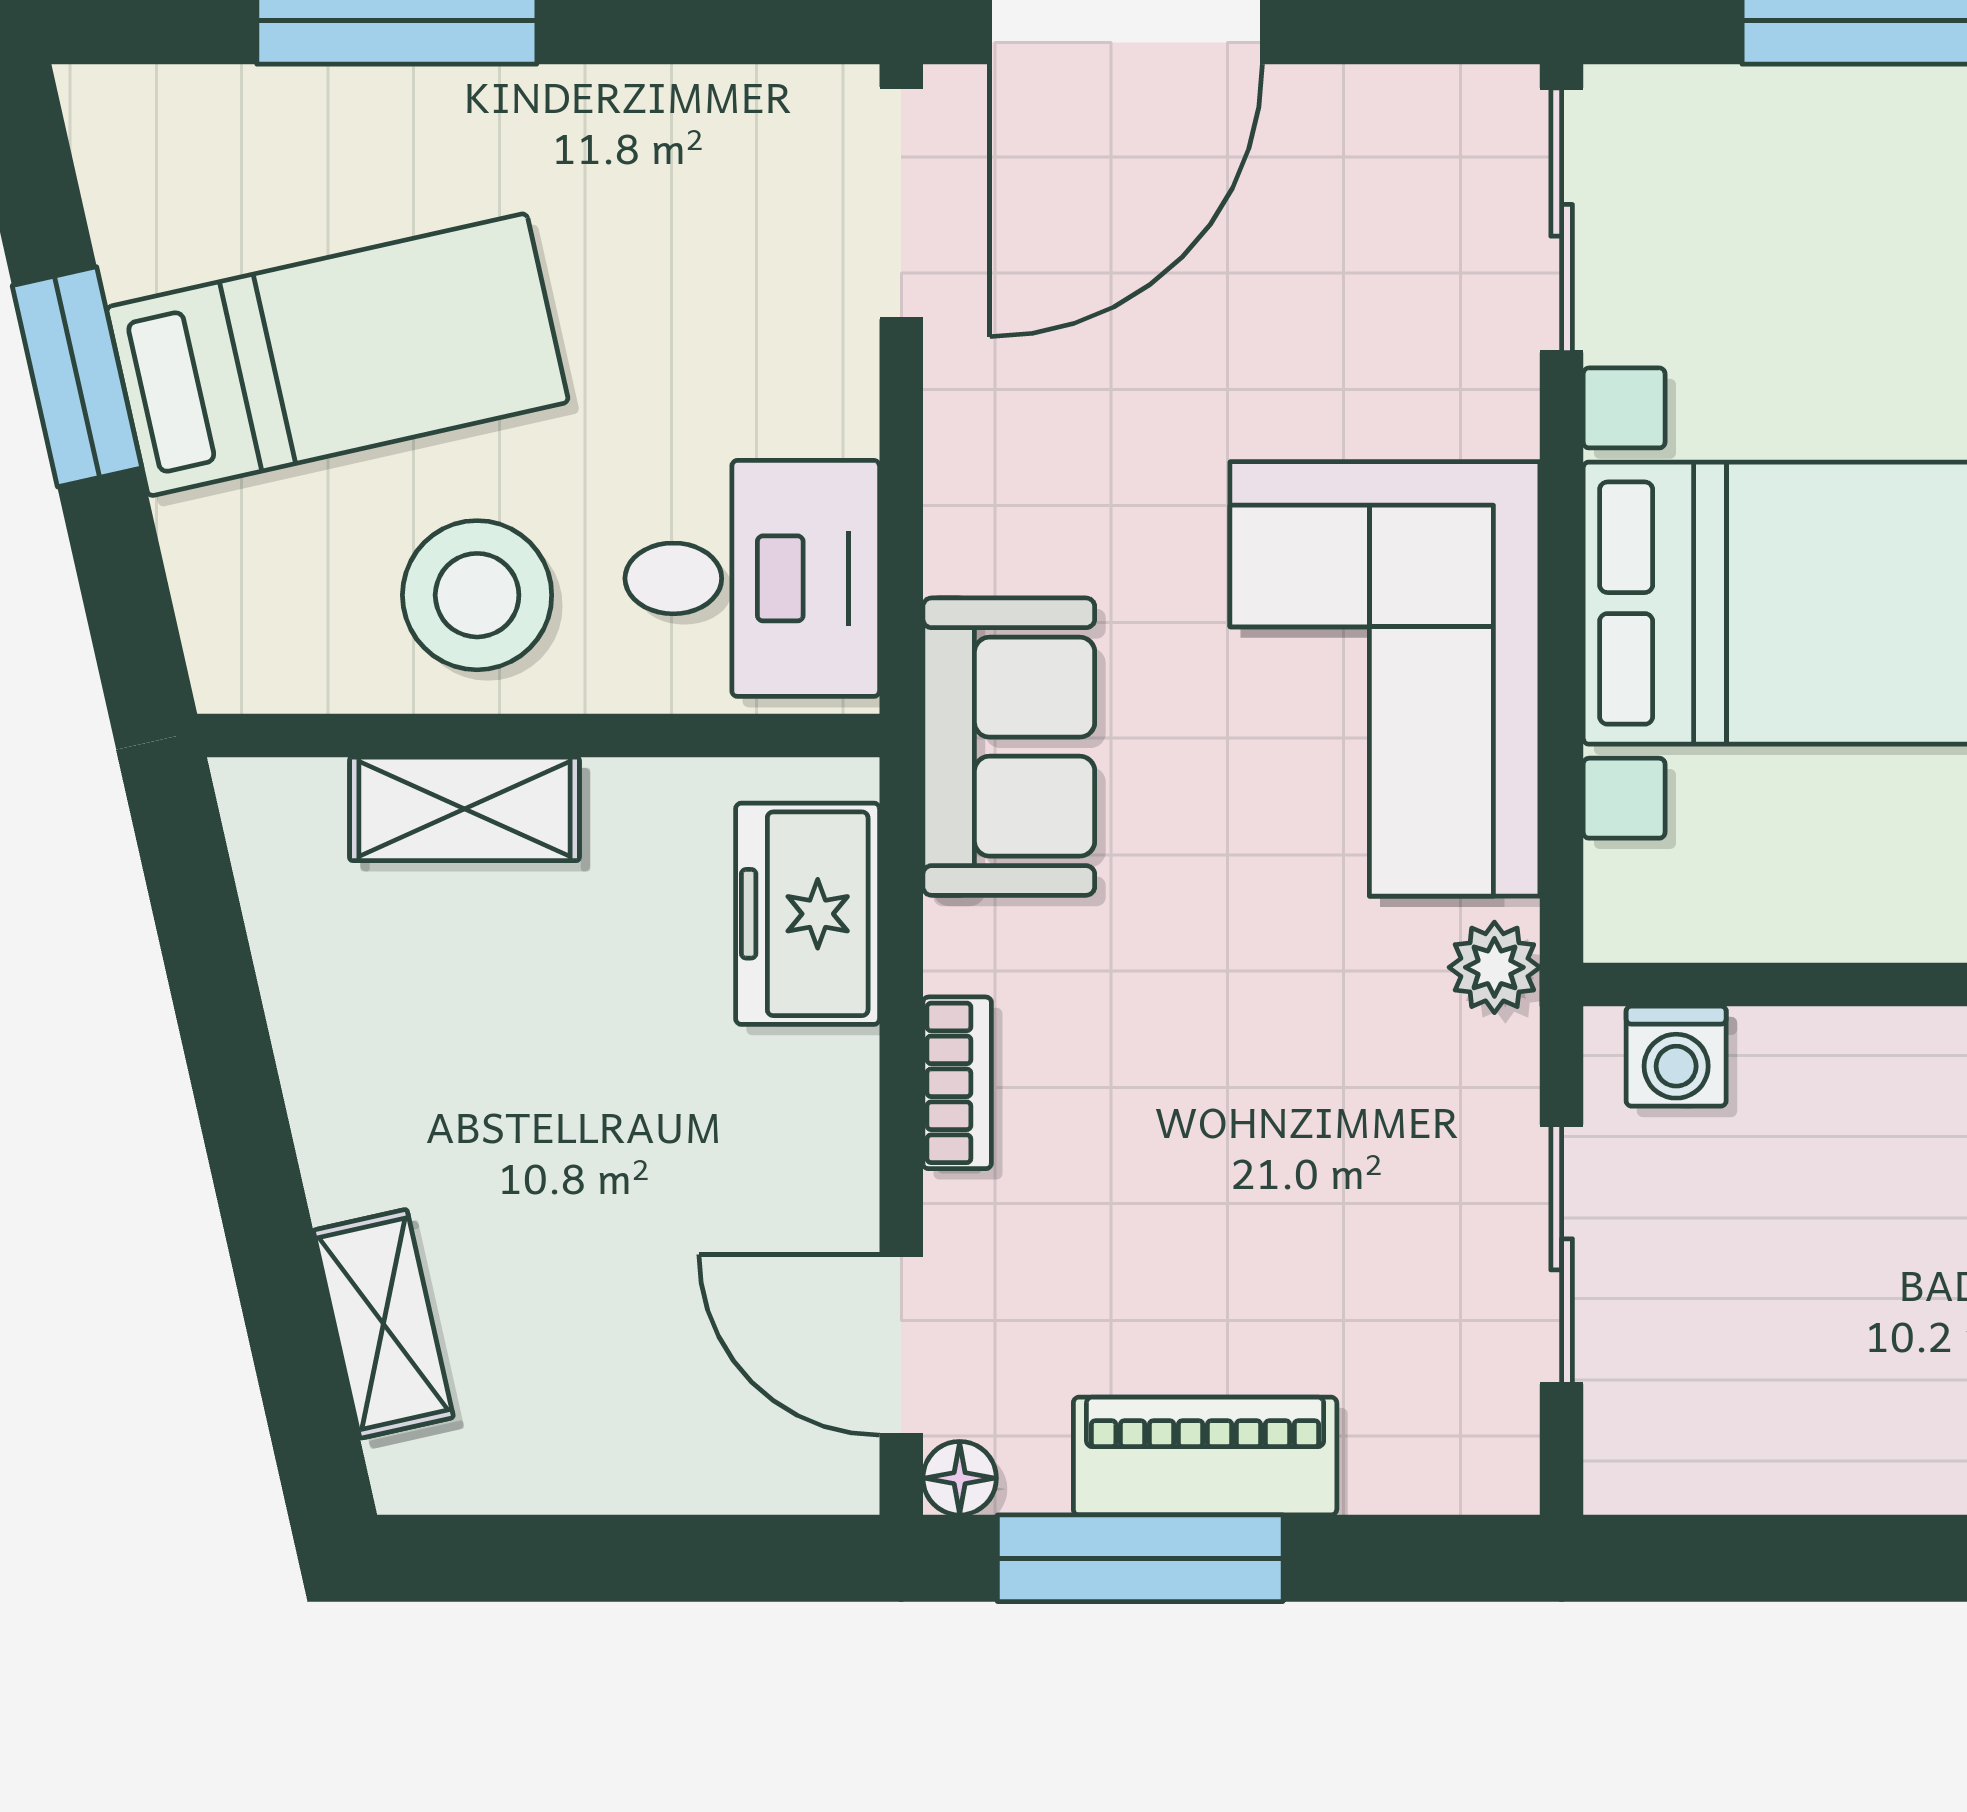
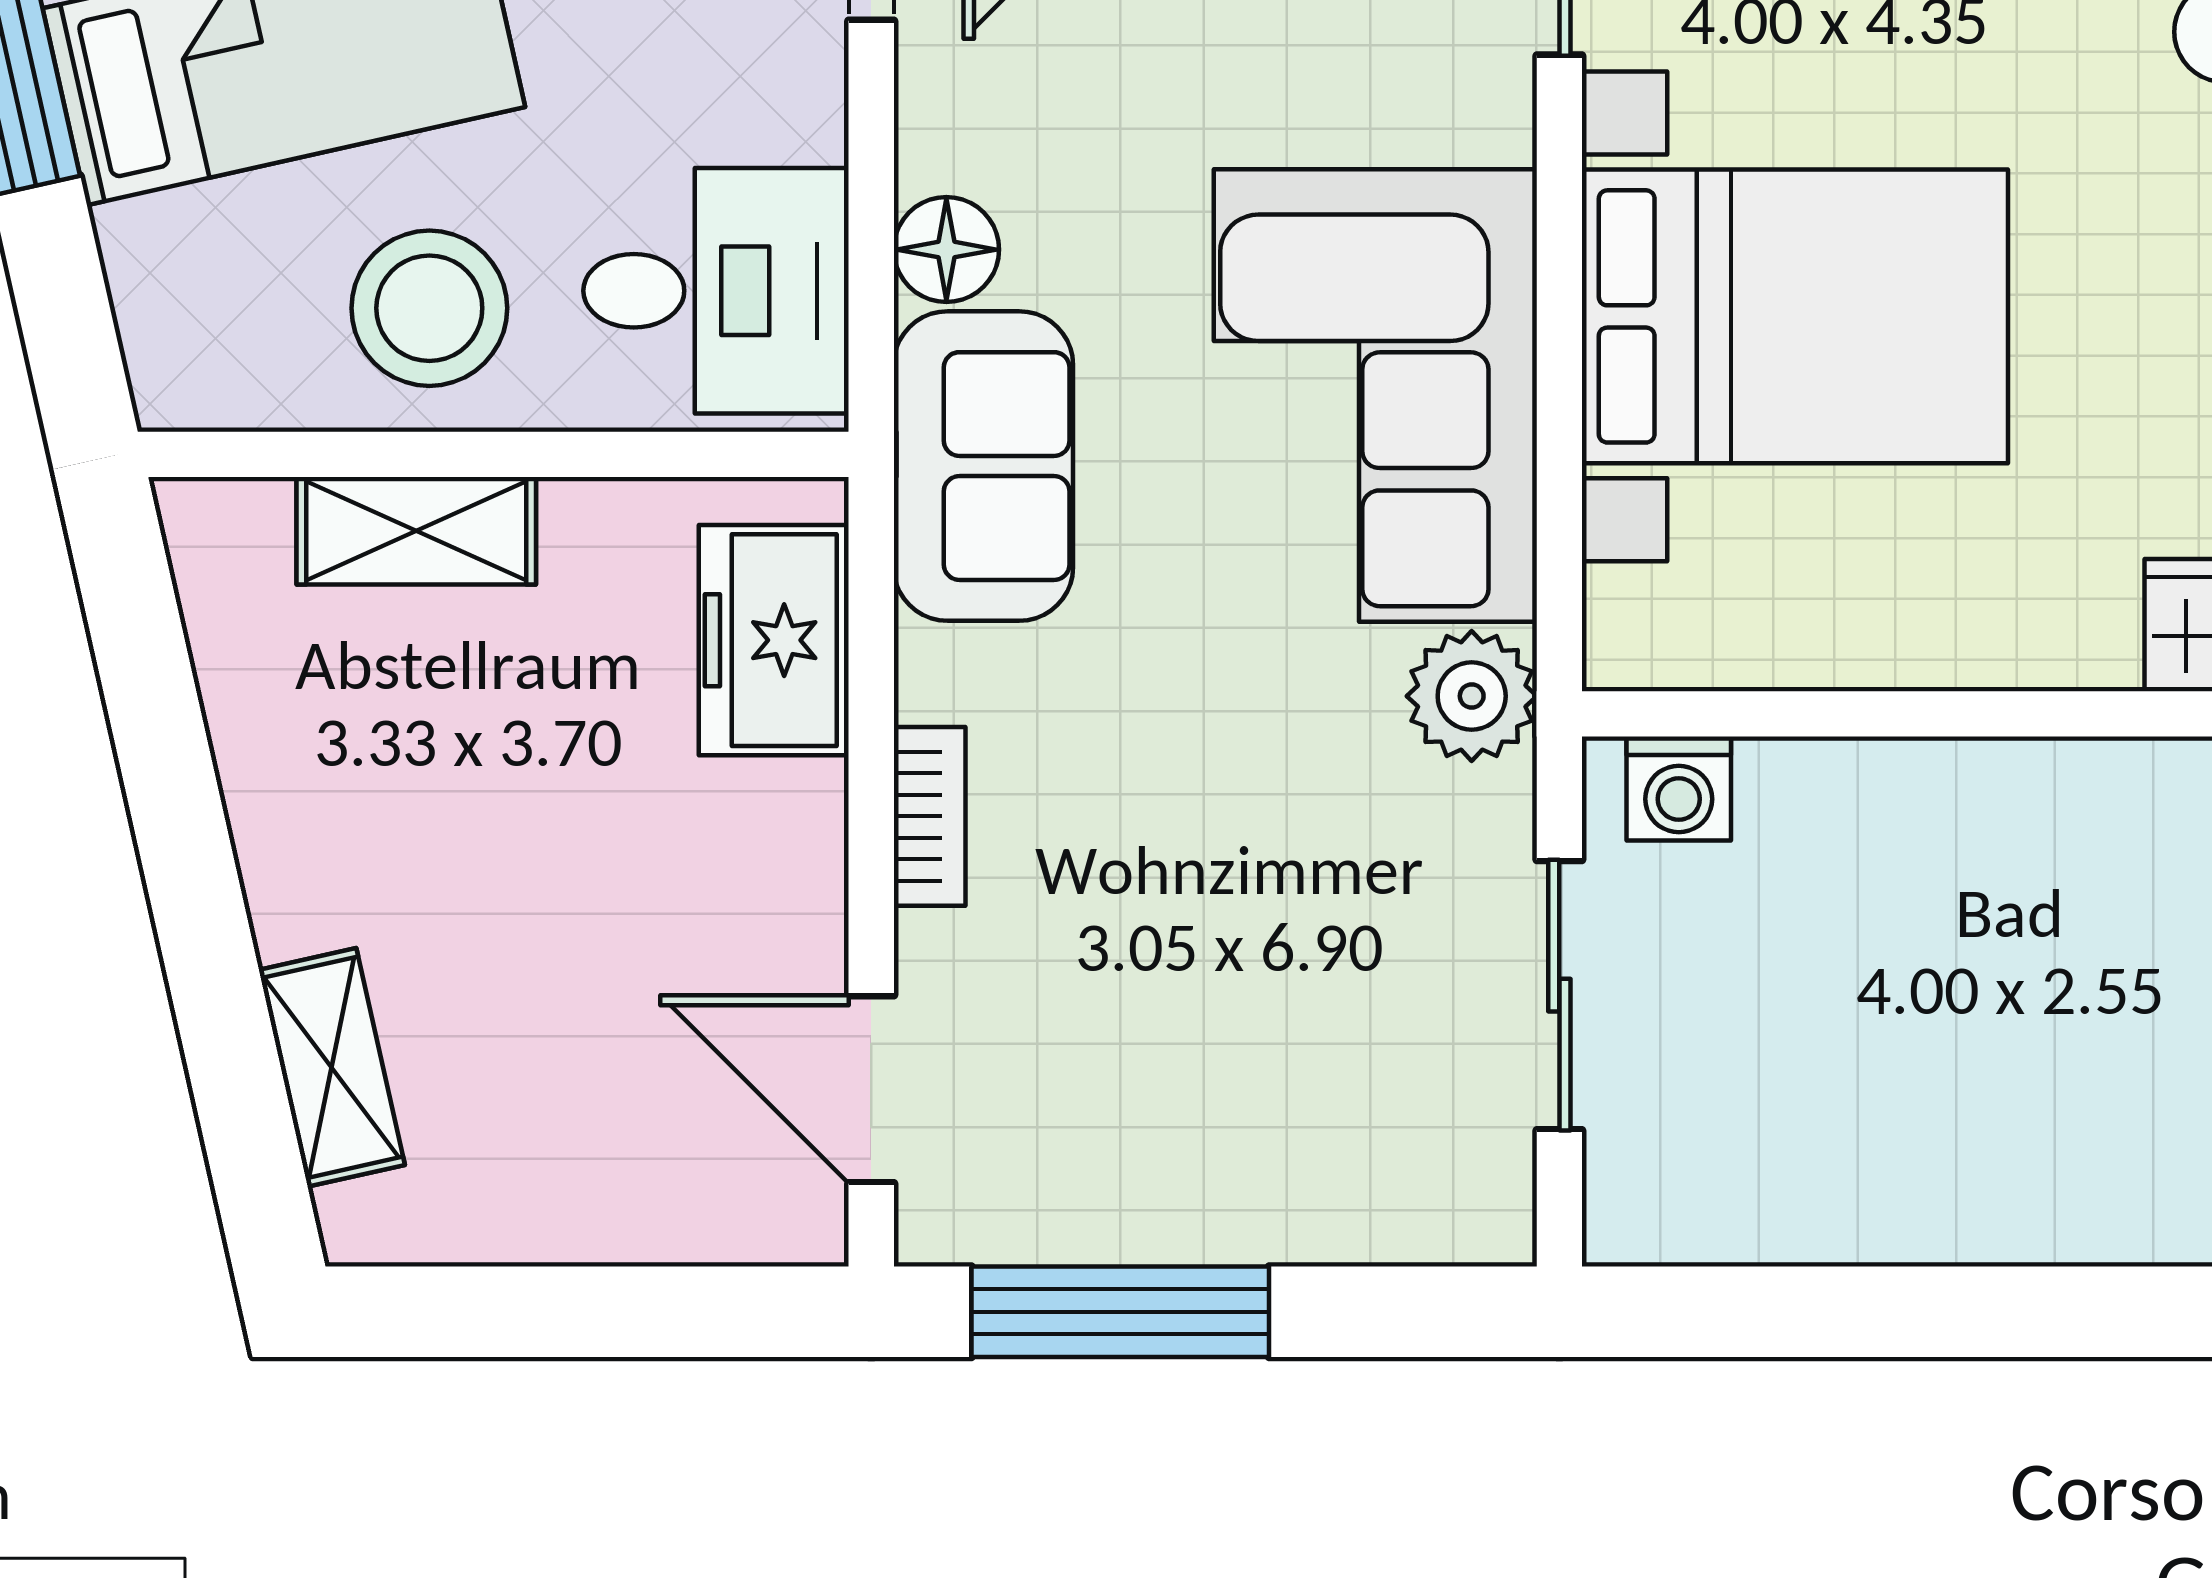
plant: (1494, 967) -> (1472, 696), width x1.38, depth x1.38
piano: (1205, 1456) -> (1188, 1205), removed
floor lamp: (960, 1478) -> (946, 250), moved, width x1.37, depth x1.37

